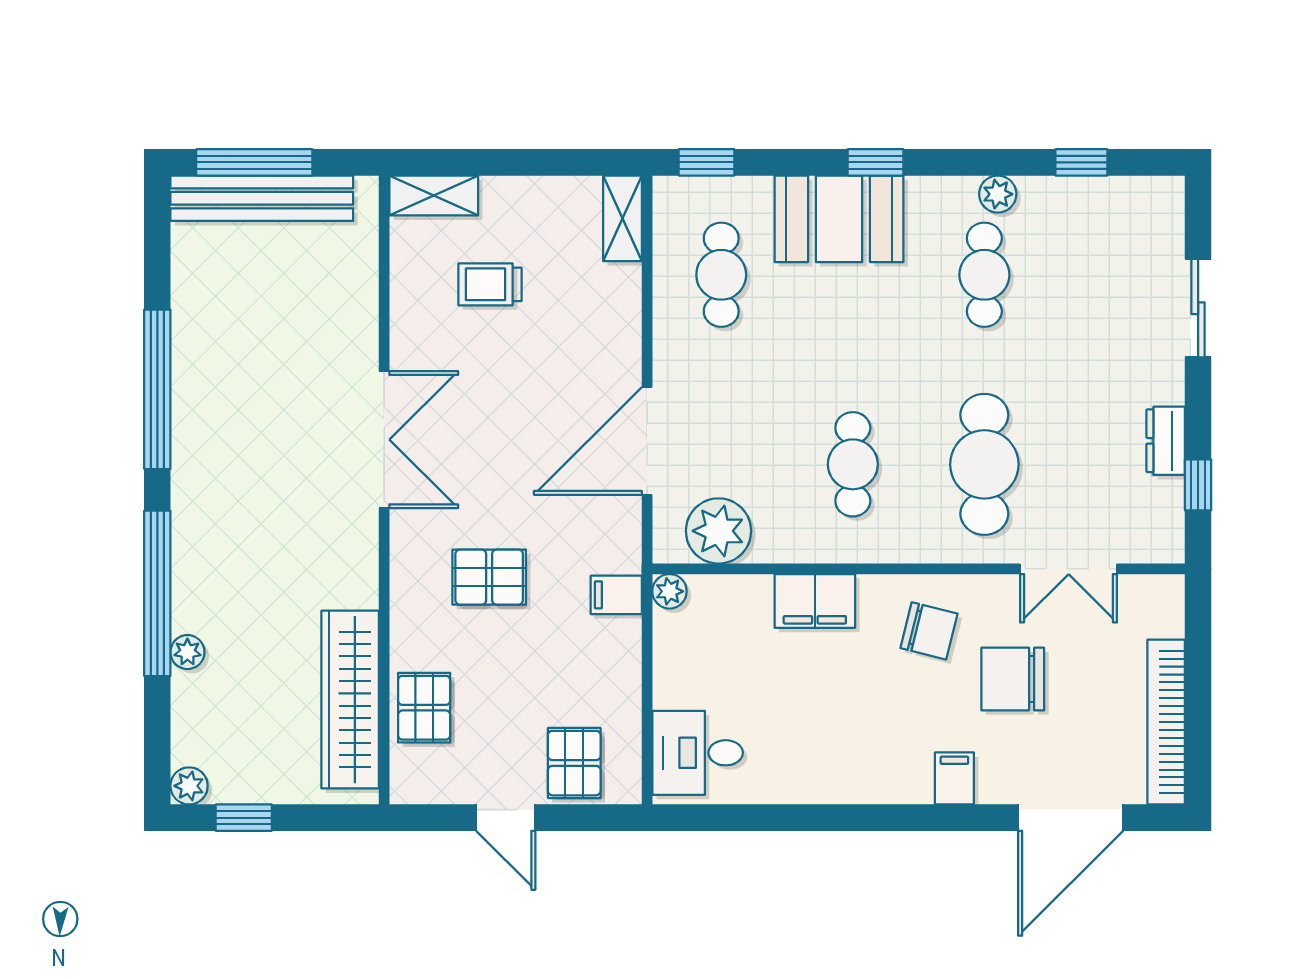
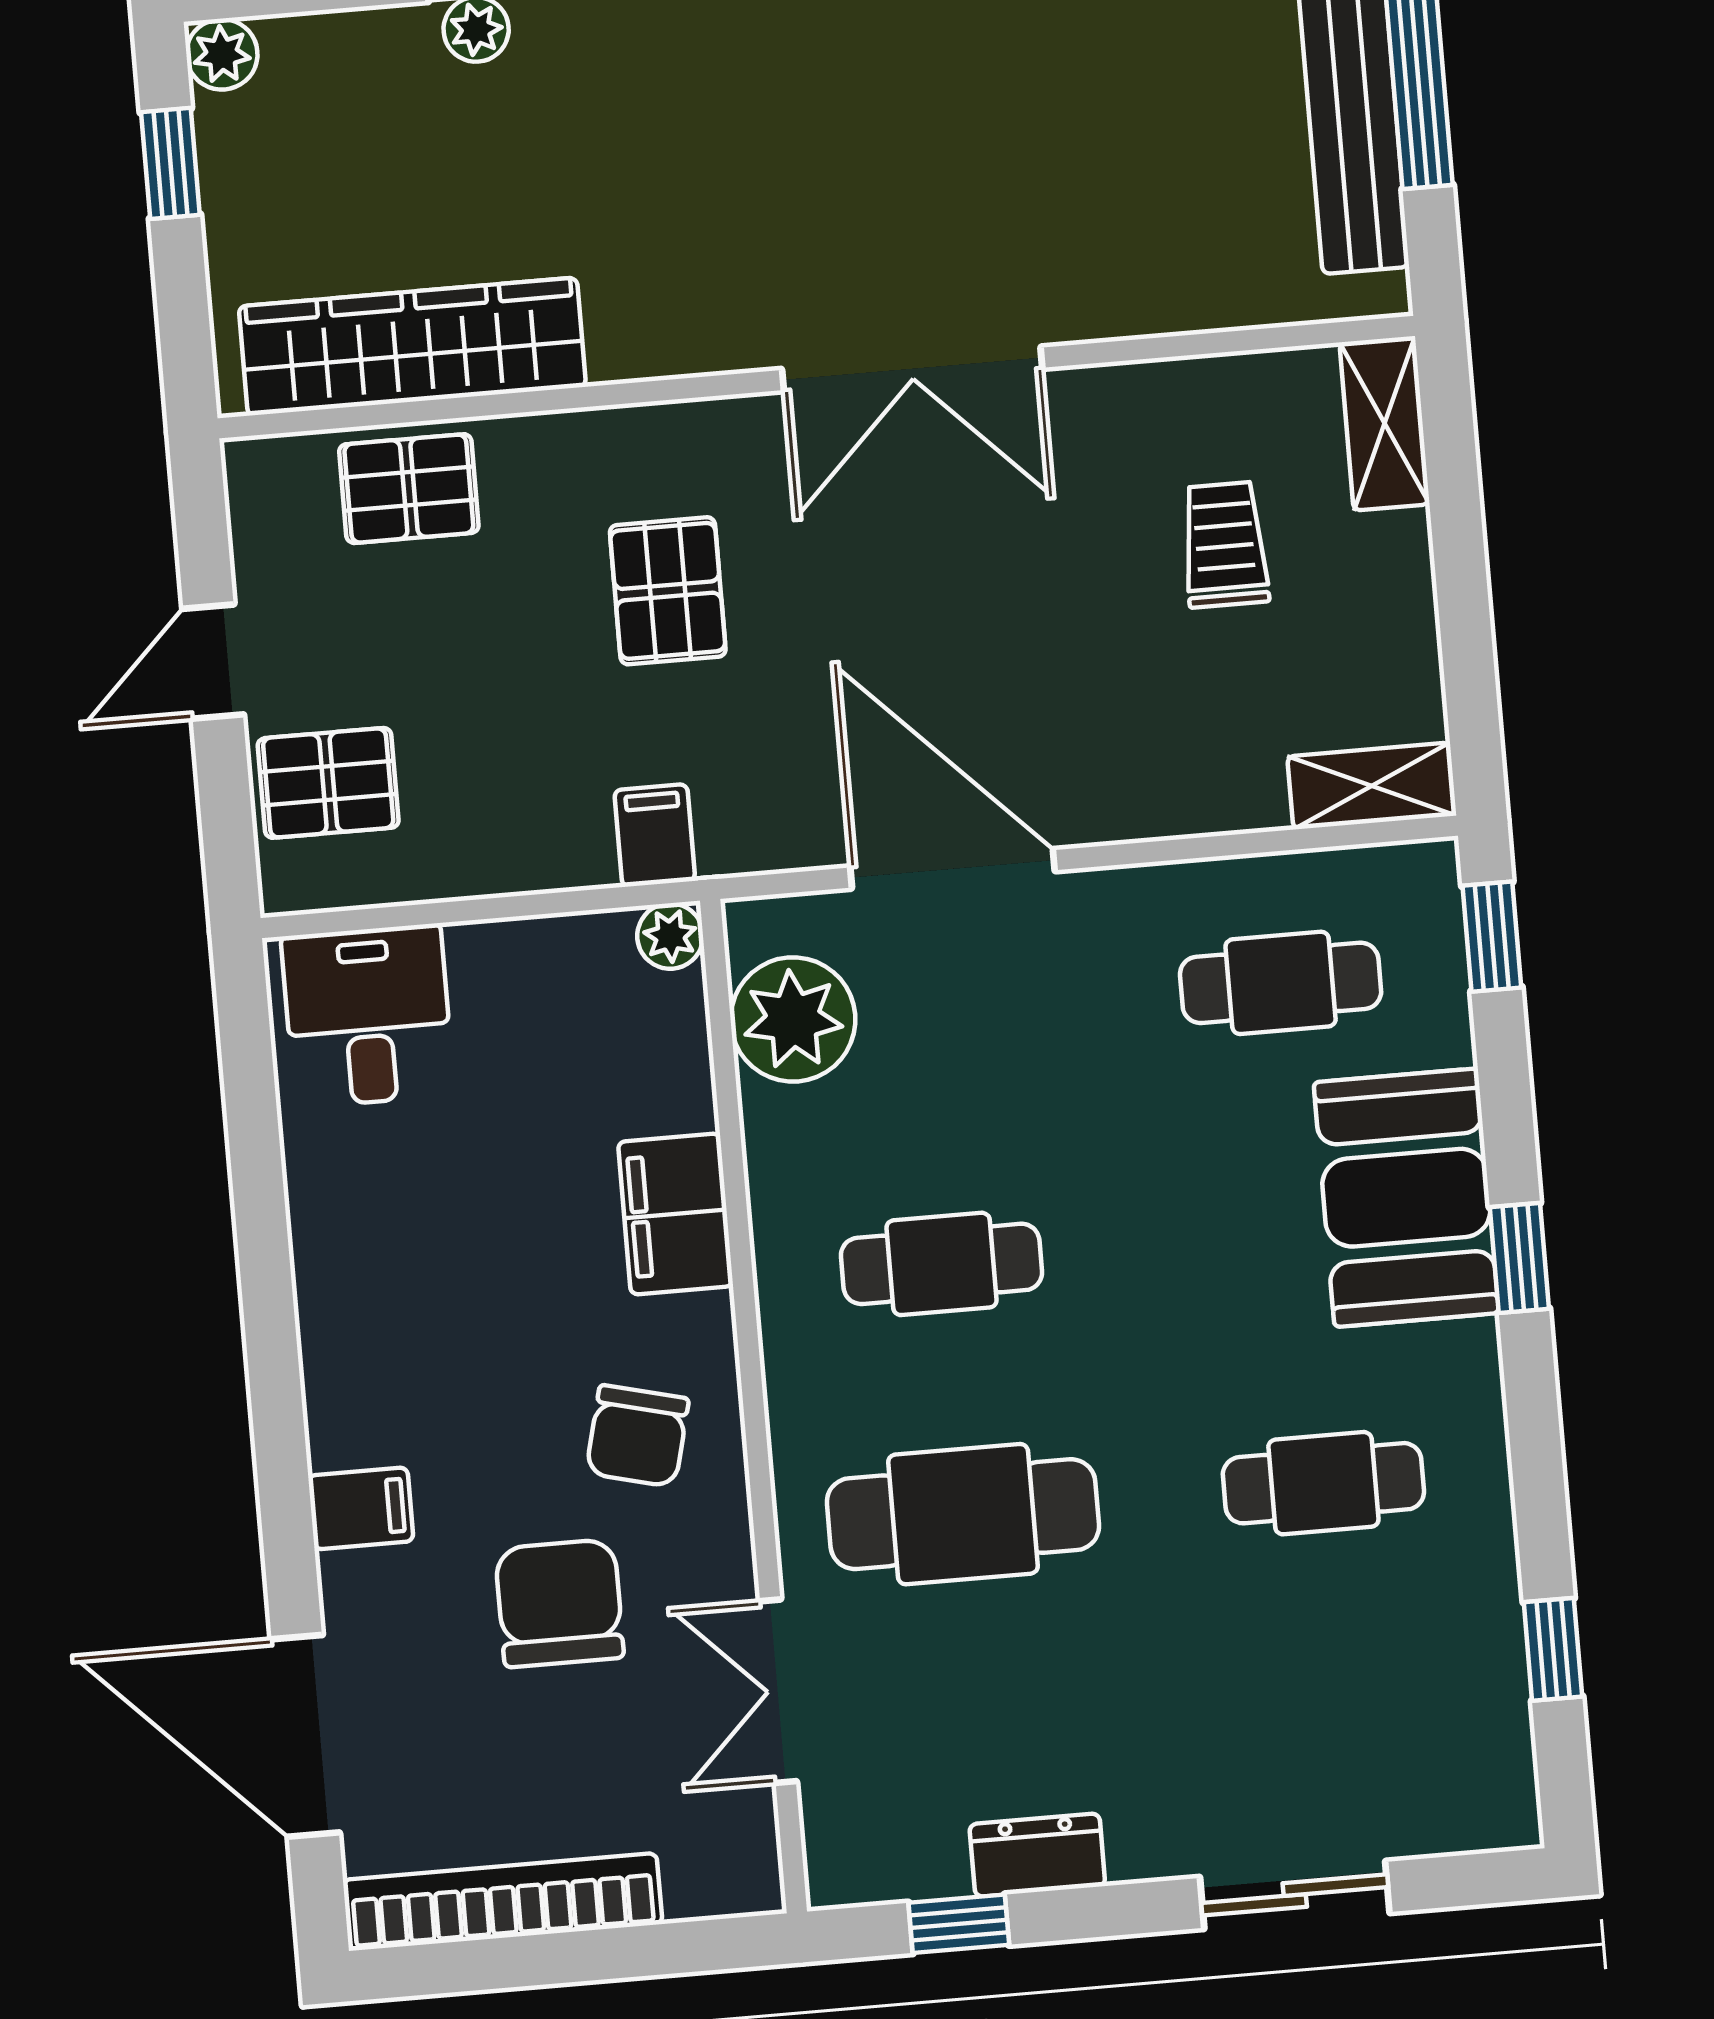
plant: (998, 194) -> (1479, 1495), removed

